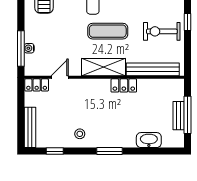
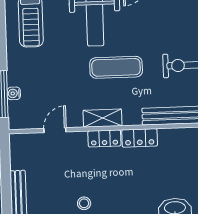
shelving: (103, 67) -> (103, 118), width x0.67, depth x0.75
locker: (37, 85) -> (104, 138), moved

